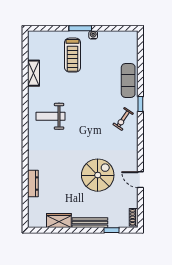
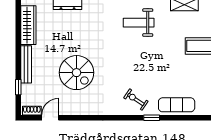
weight bench: (50, 116) -> (139, 23), turned -90
door: (140, 180) -> (50, 118), moved
wardrobe: (59, 220) -> (28, 25), width x1.50

